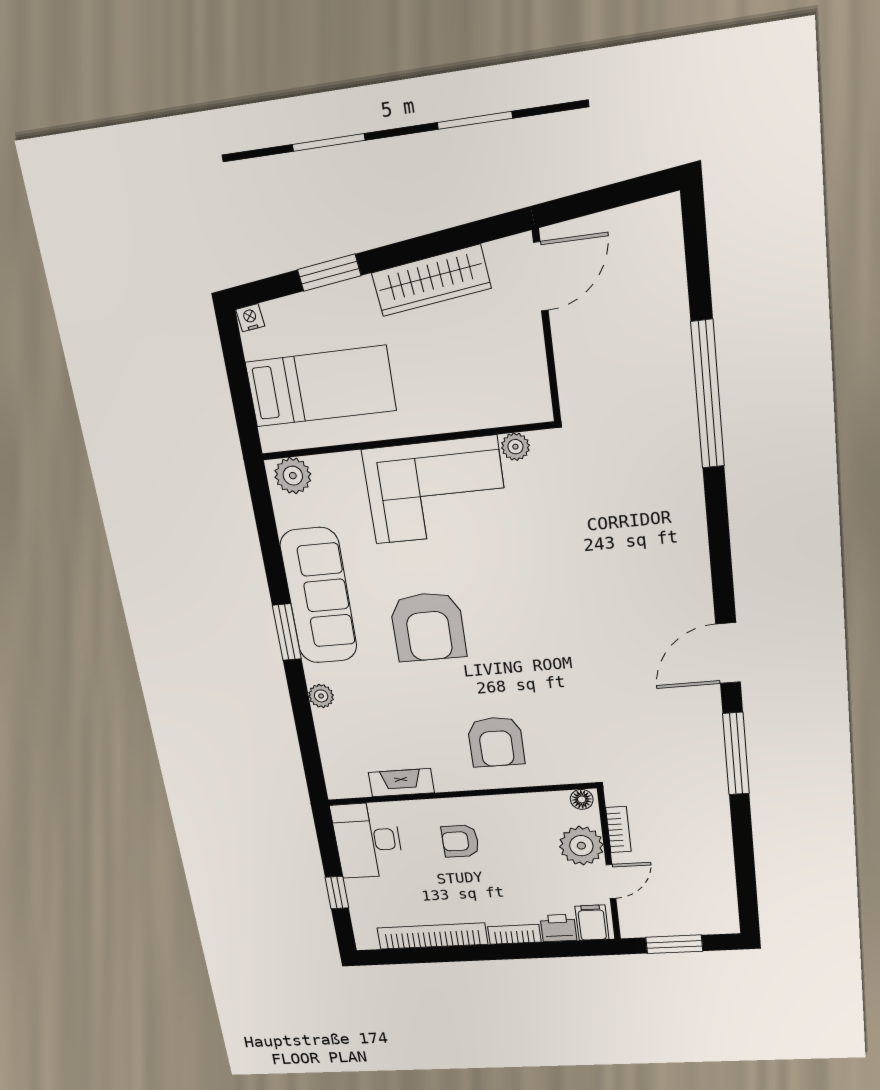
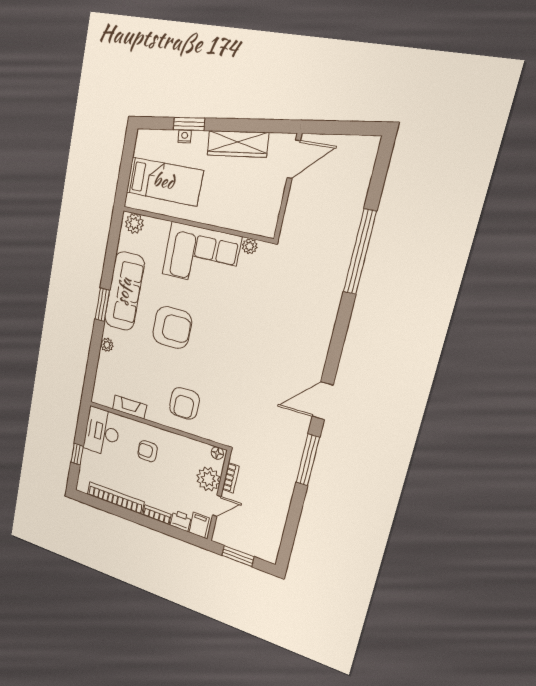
nightstand: (250, 318) -> (185, 136), moved
armchair: (428, 627) -> (172, 328), turned -90

